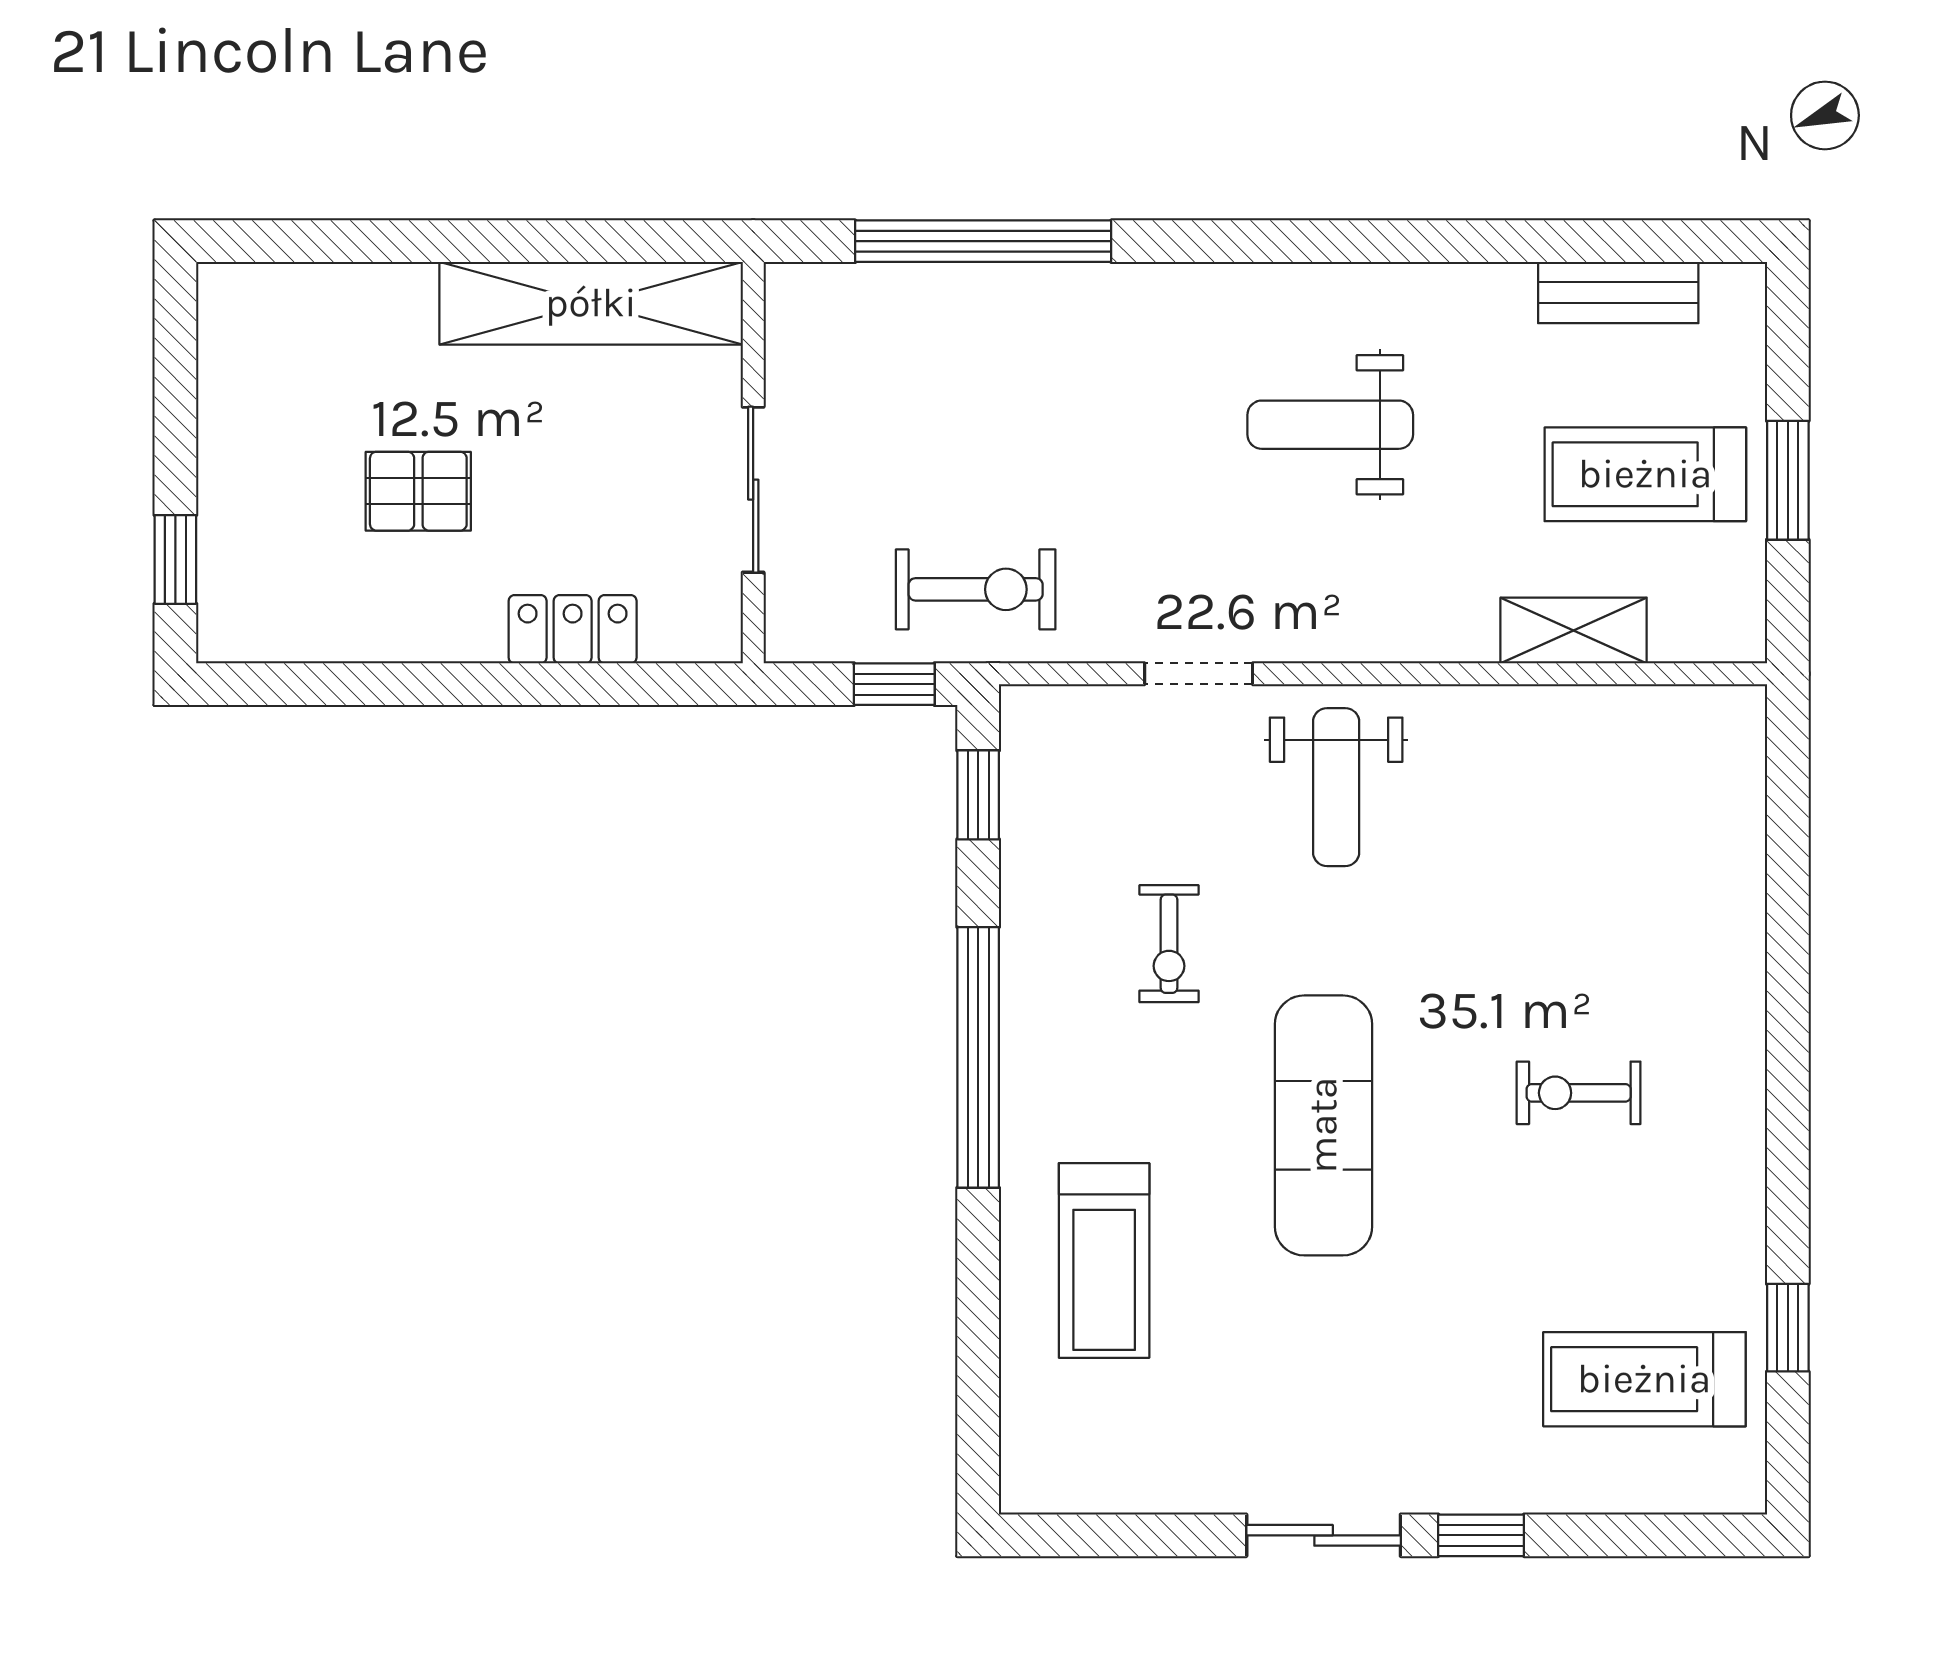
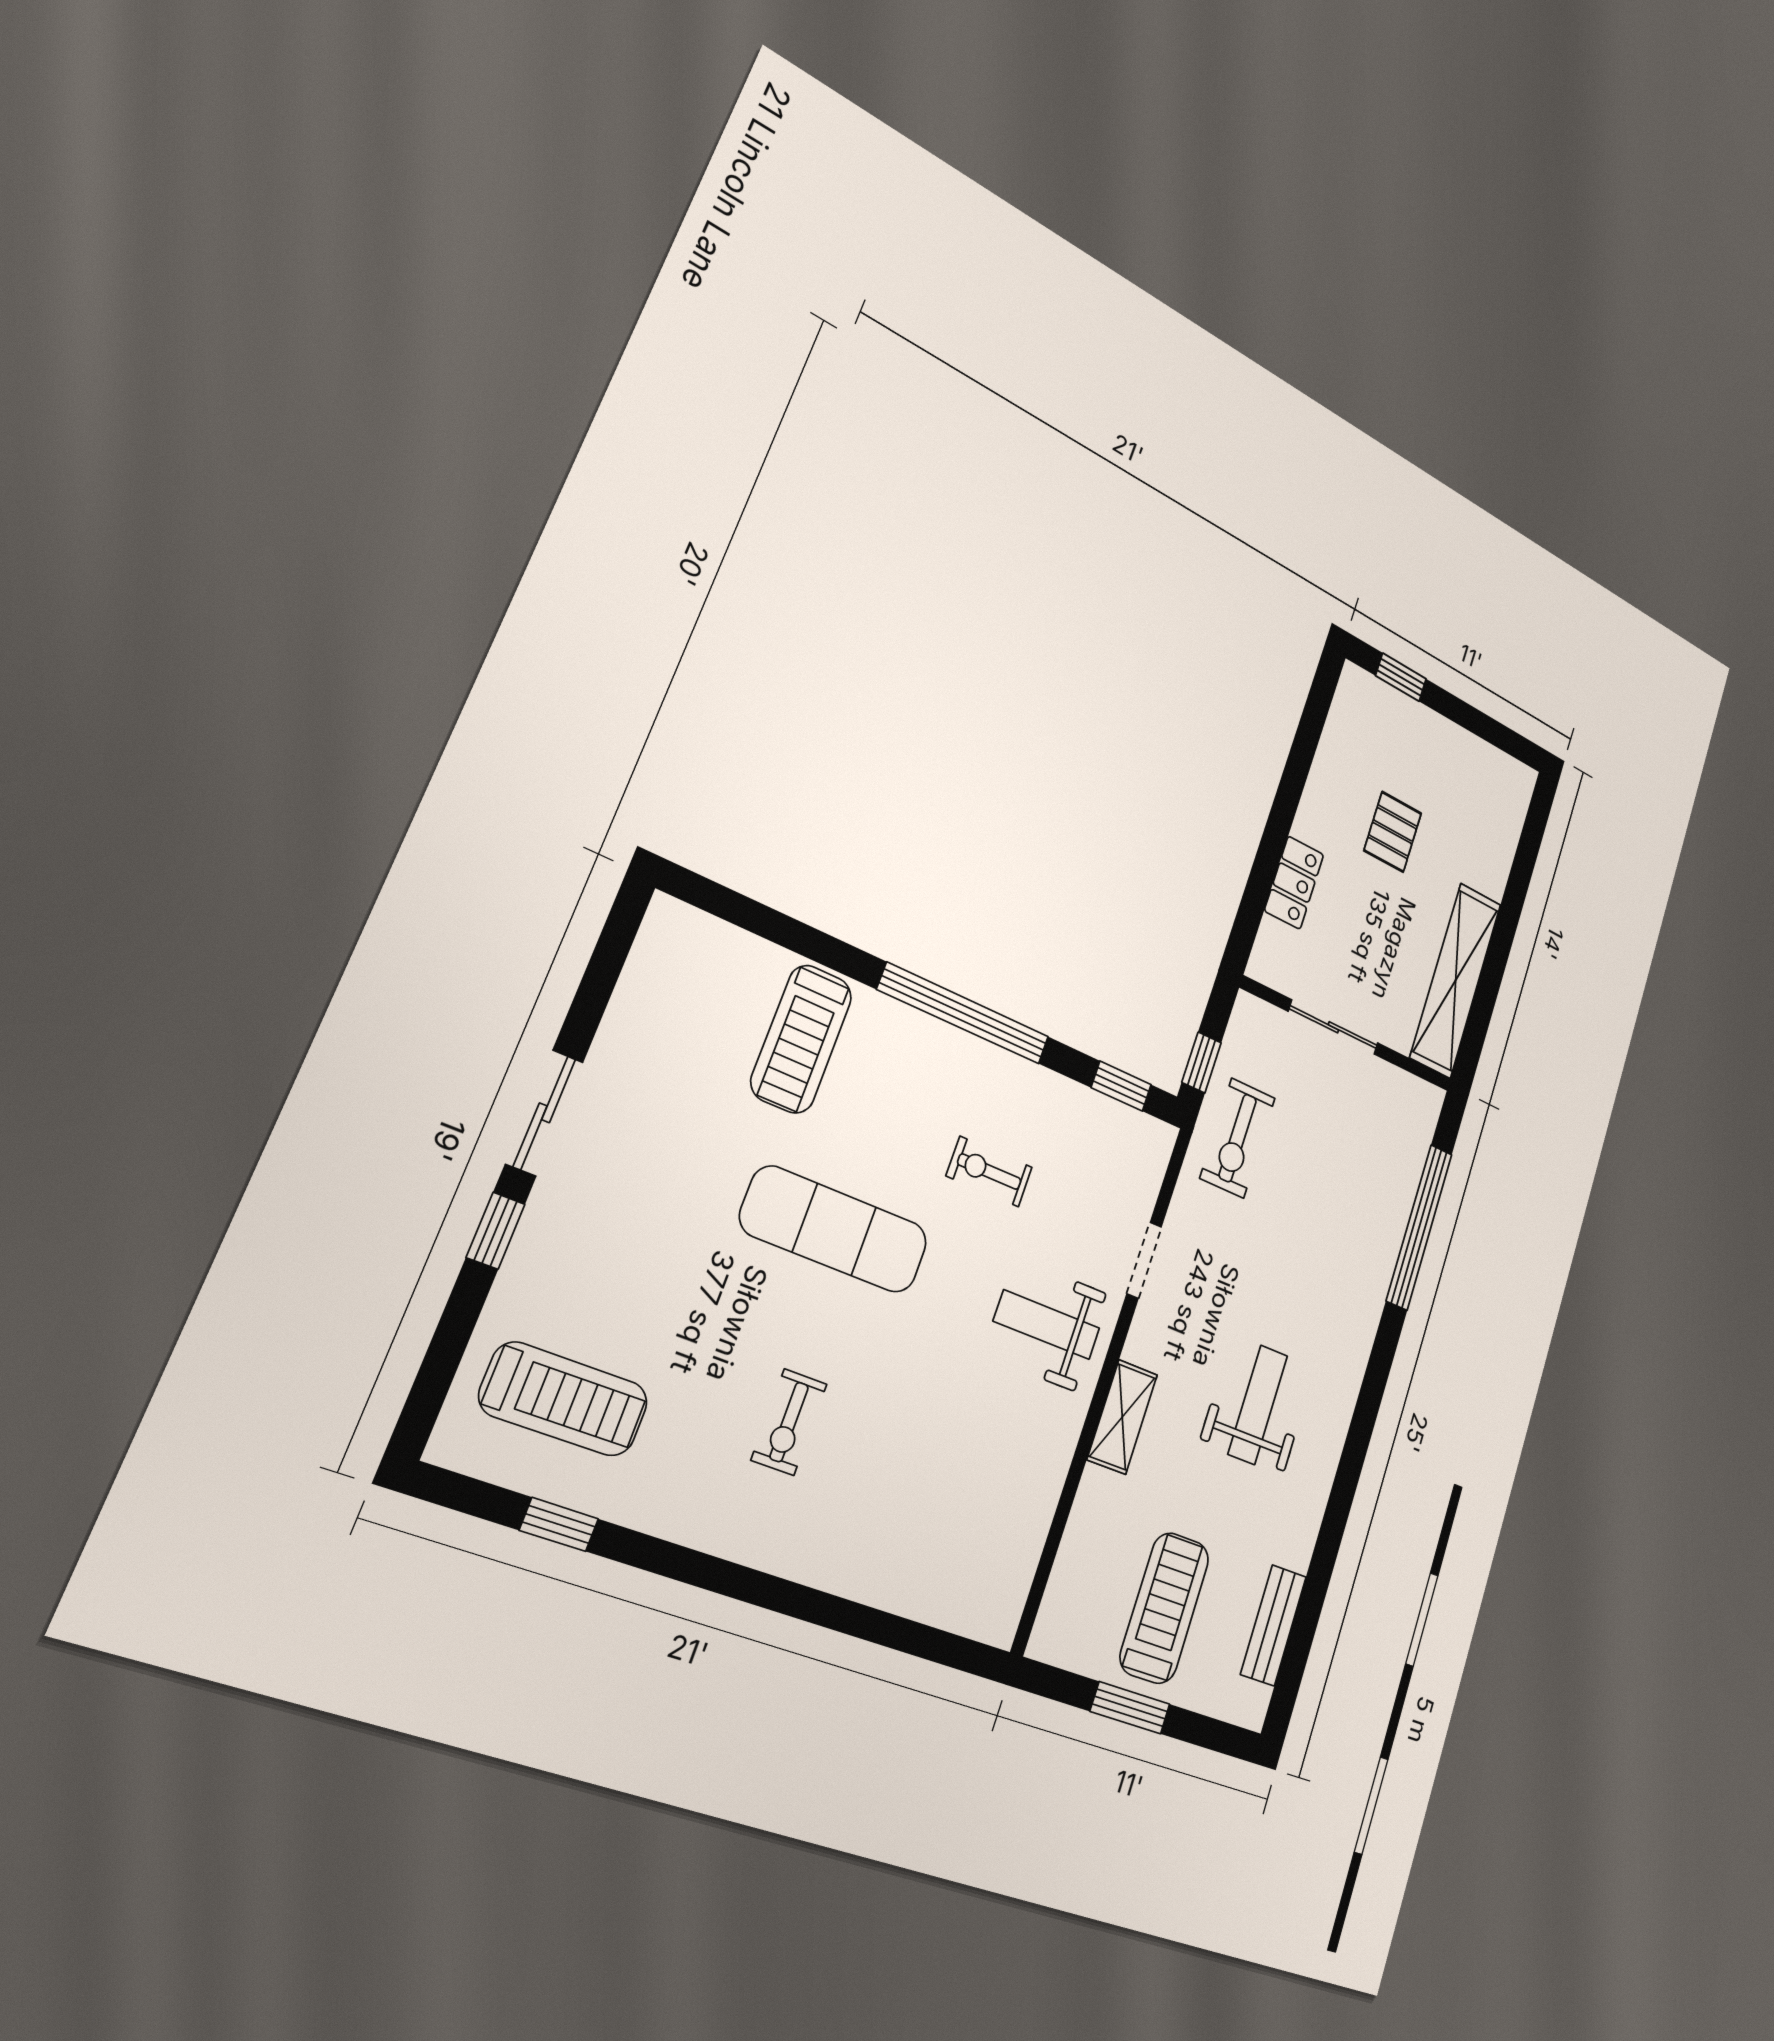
shelving: (1574, 630) -> (1122, 1417), moved
exercise bike: (1579, 1093) -> (789, 1422), turned 180
treadmill: (1104, 1260) -> (801, 1039), turned -90
treadmill: (1644, 1379) -> (564, 1399), turned 90

